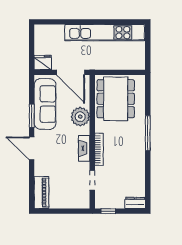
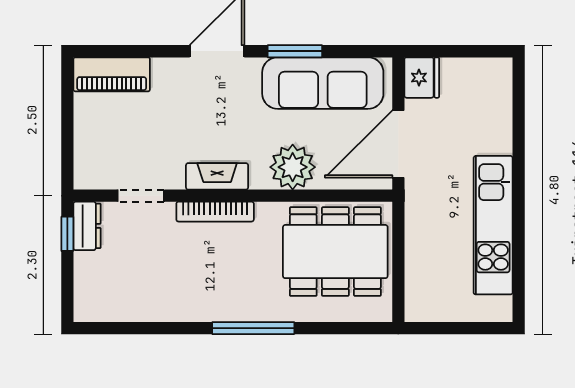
kitchen unit: (105, 33) -> (493, 225), width x0.73
dresser: (135, 203) -> (87, 226), moved

